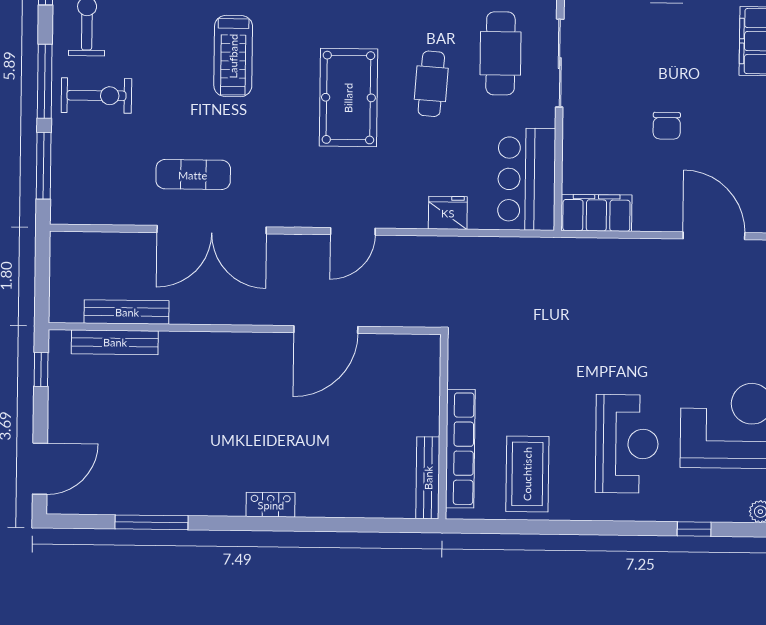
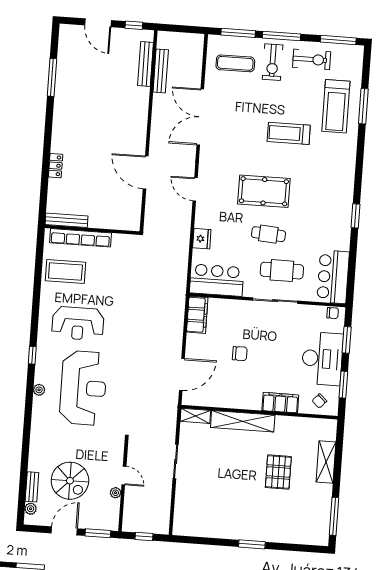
chair: (667, 126) -> (240, 354), turned 180
exercise mat: (193, 175) -> (235, 63), moved, turned 90
door: (40, 469) -> (98, 23), moved
locker: (271, 505) -> (56, 166), moved

